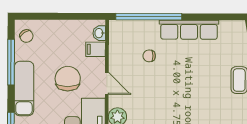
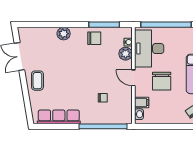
row of seats: (189, 30) -> (59, 117), moved

